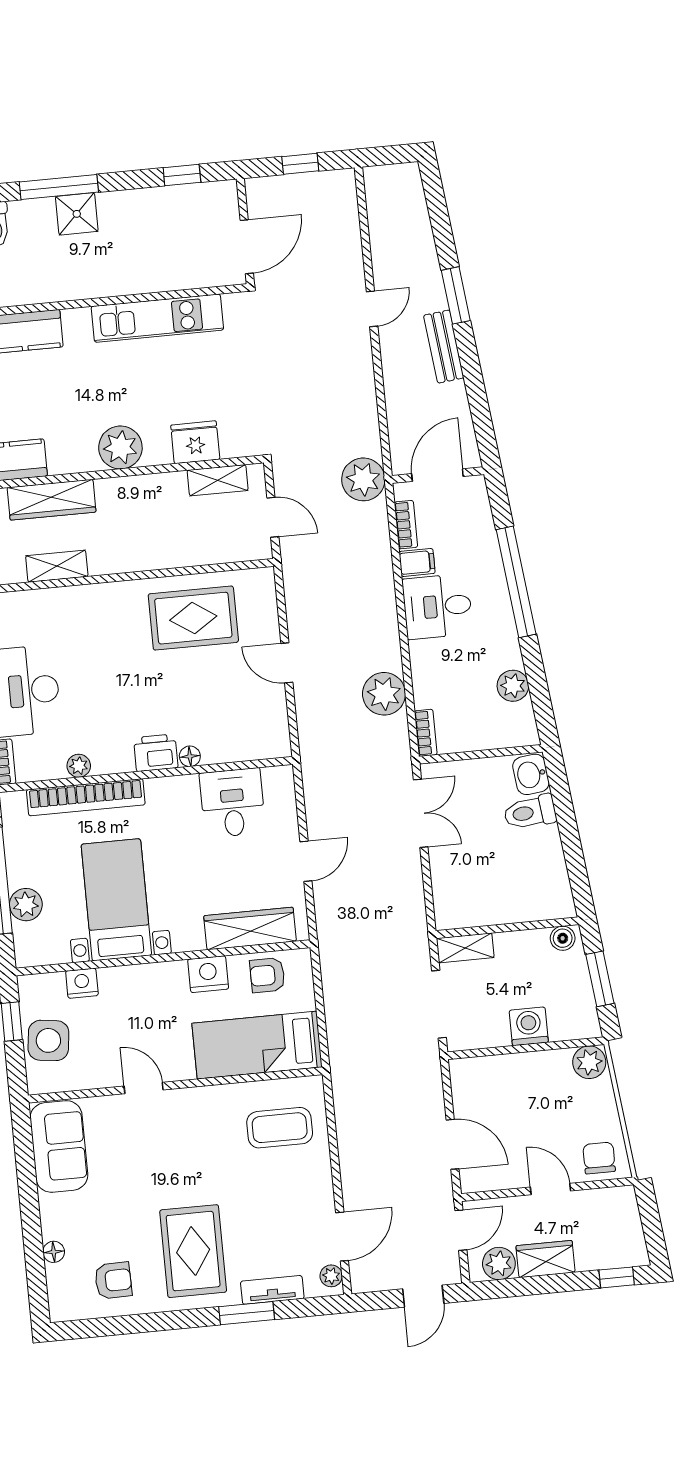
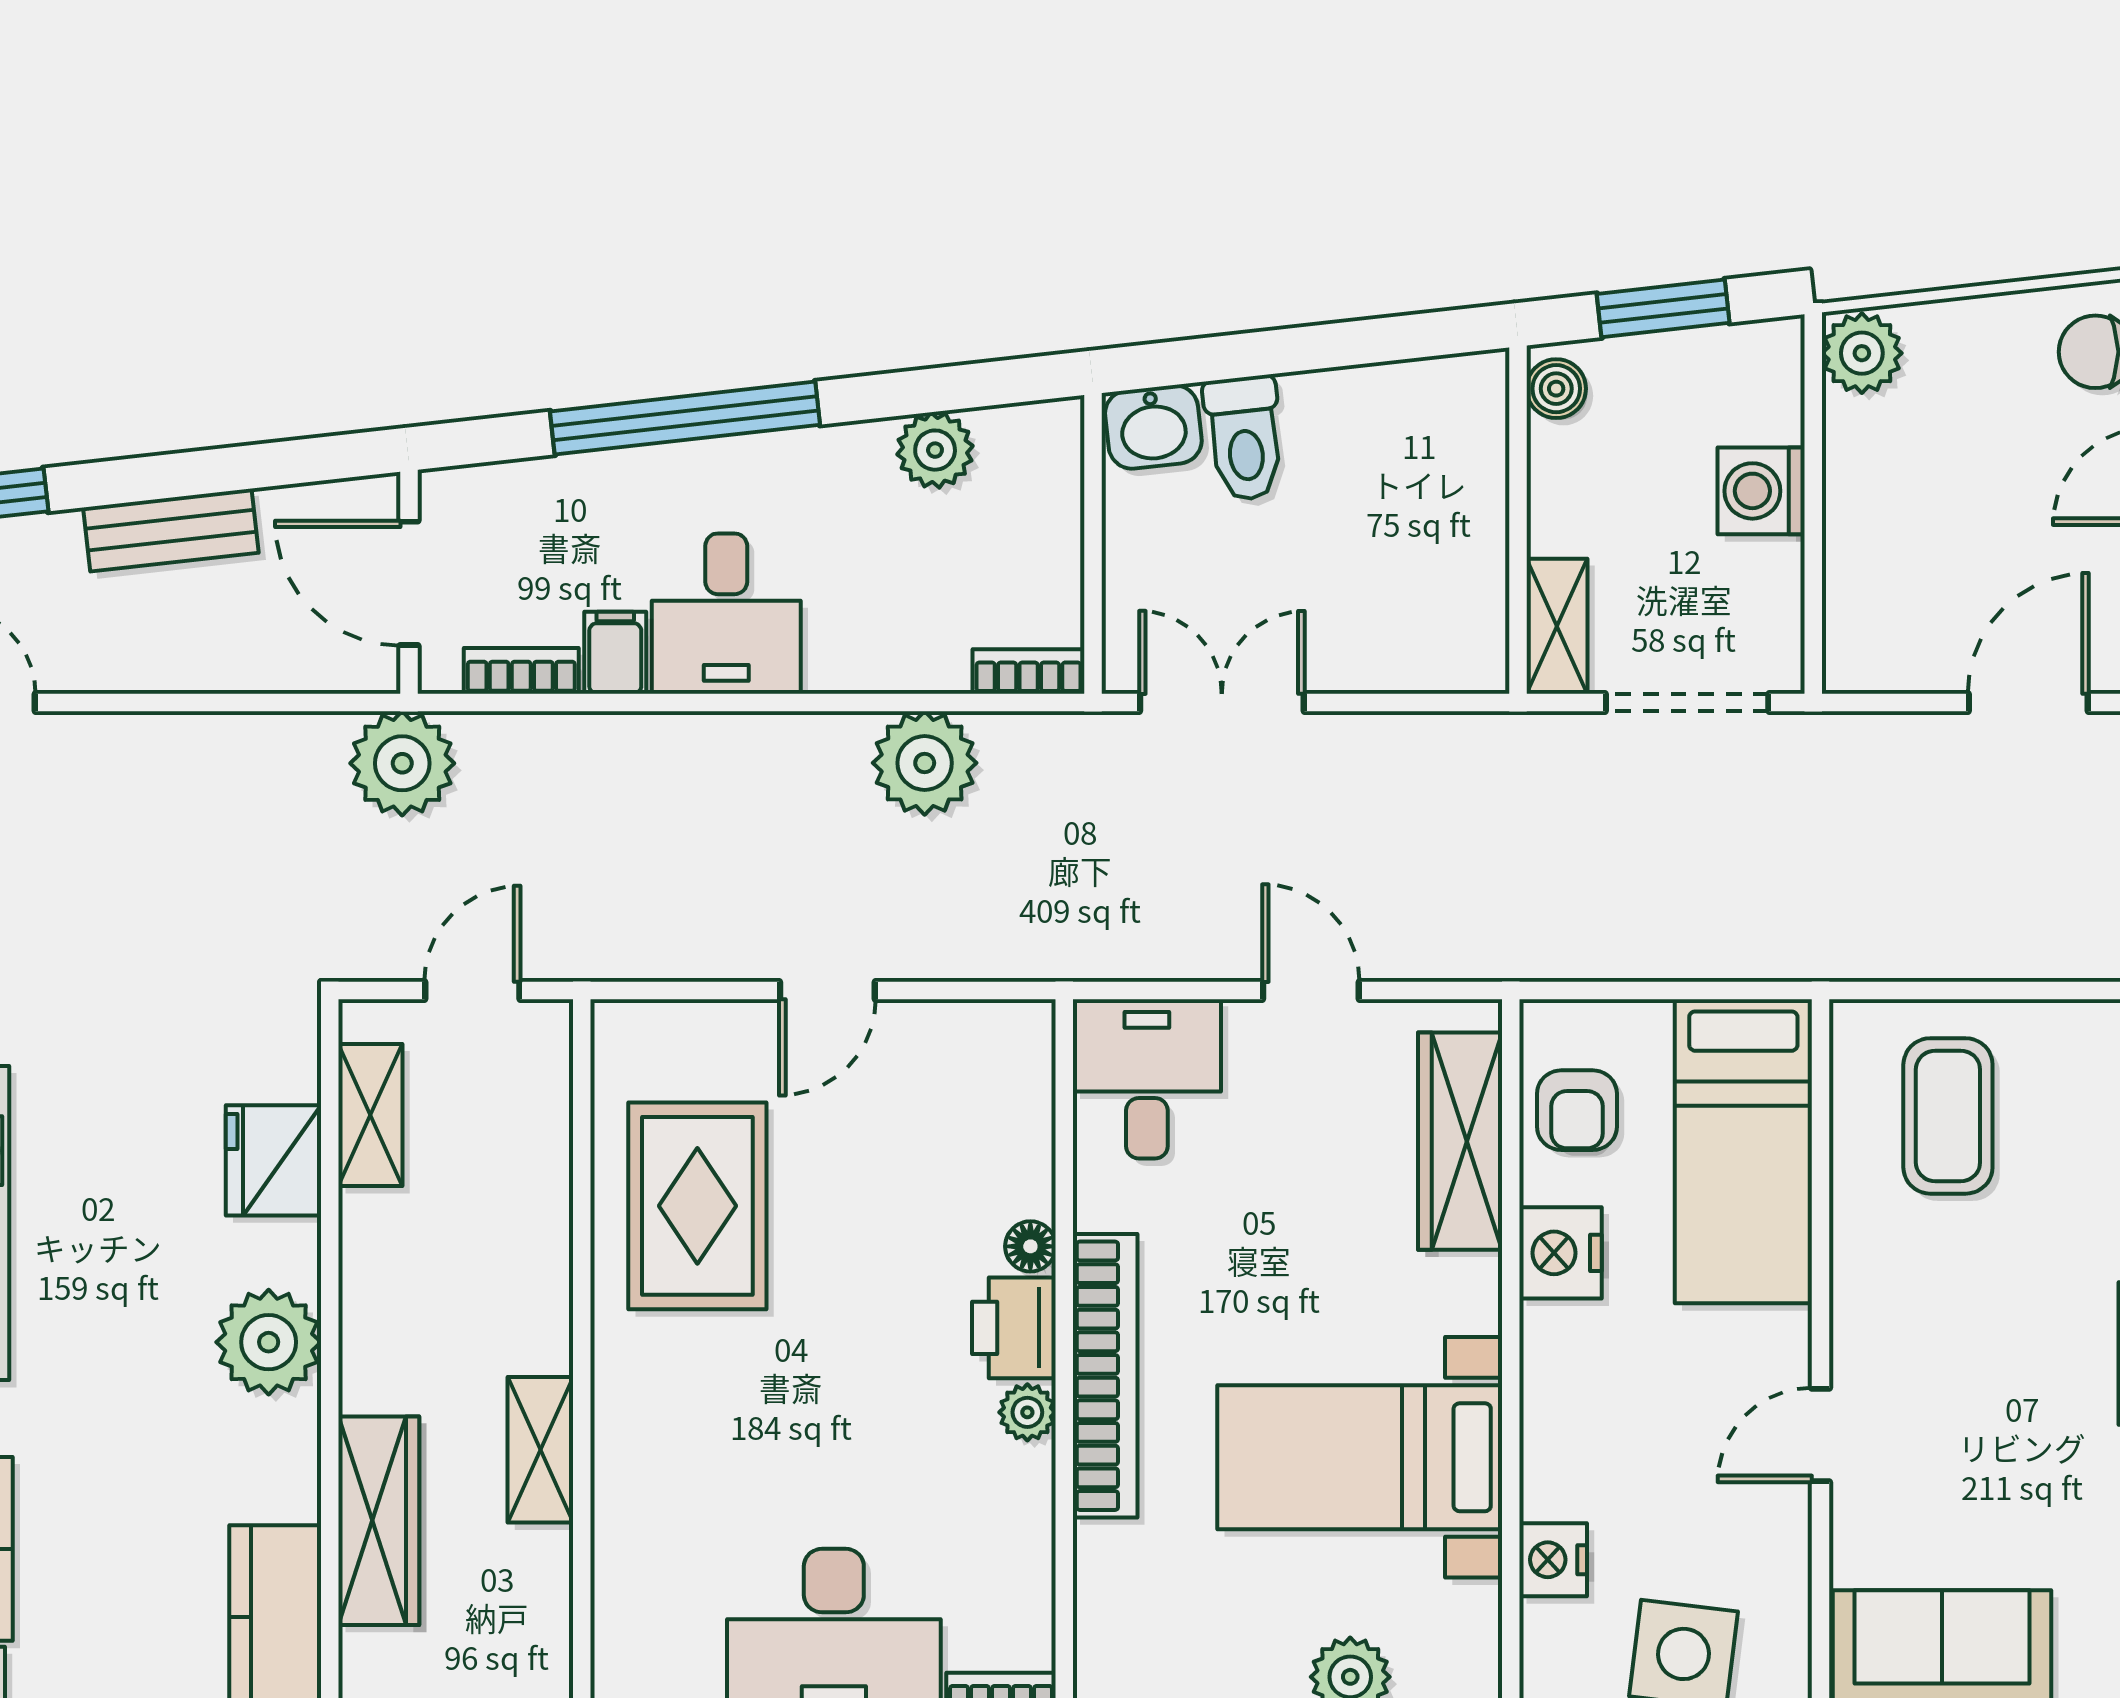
bench: (444, 347) -> (171, 530), moved
shelving: (57, 566) -> (540, 1450), moved
plant: (79, 766) -> (1027, 1412), moved
bookcase: (86, 797) -> (1105, 1376), moved
desk: (232, 803) -> (1147, 1079), moved, turned 90

